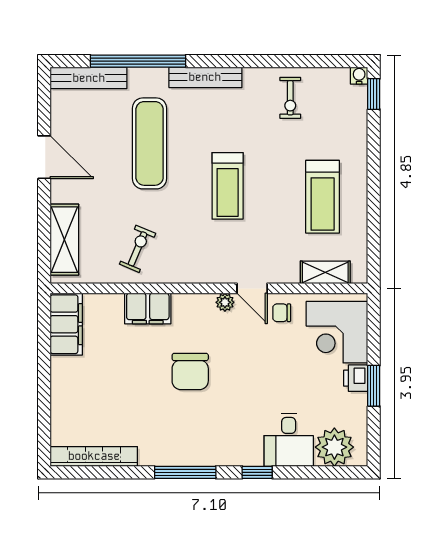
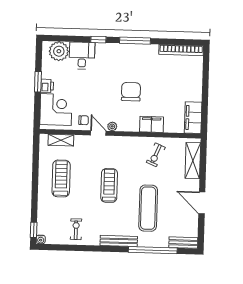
bench: (89, 78) -> (183, 243), width x0.73

